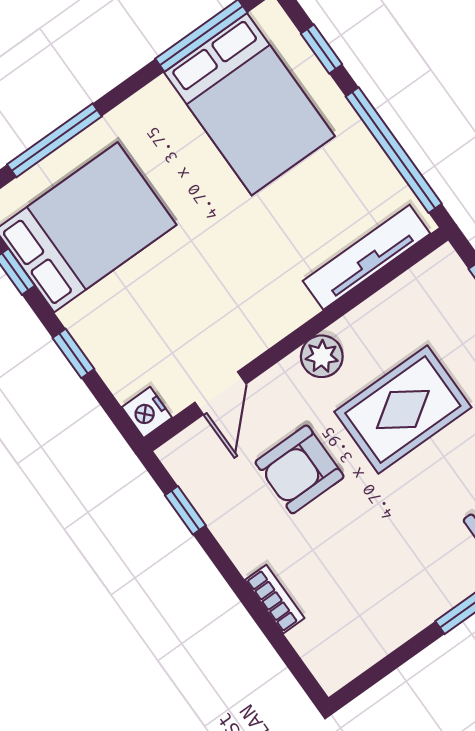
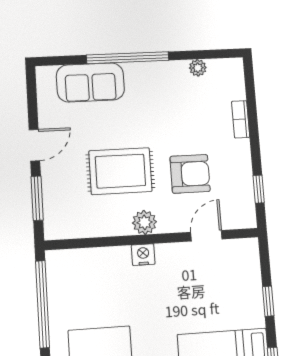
tv unit: (366, 257) -> (91, 258), removed
nightstand: (147, 412) -> (143, 255), moved, turned -90
plant: (386, 638) -> (198, 68), added

